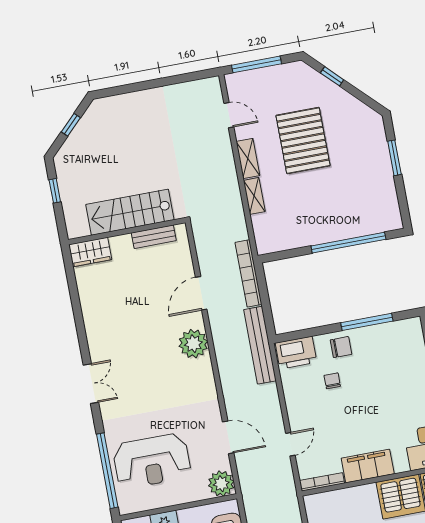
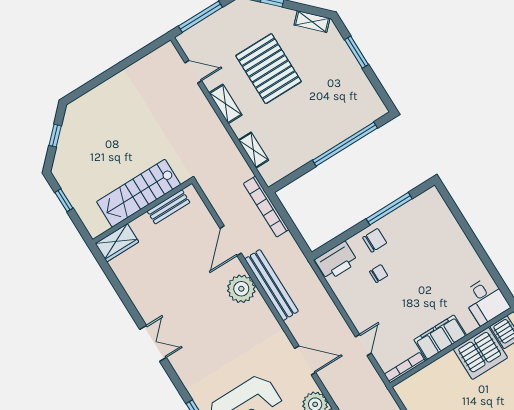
shelving: (363, 111) -> (312, 22), added
shelving: (254, 196) -> (253, 150), moved
bench: (260, 345) -> (271, 285), moved
chair: (332, 381) -> (379, 274), turned 90
double door: (91, 384) -> (153, 343), moved

